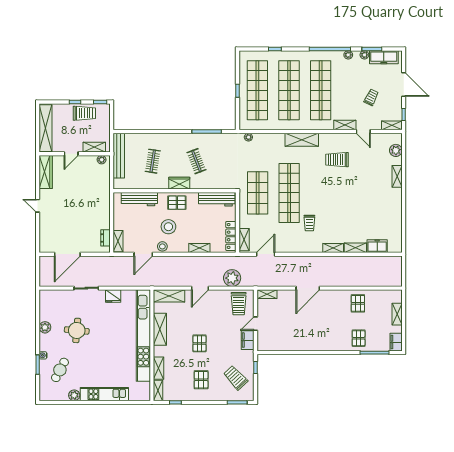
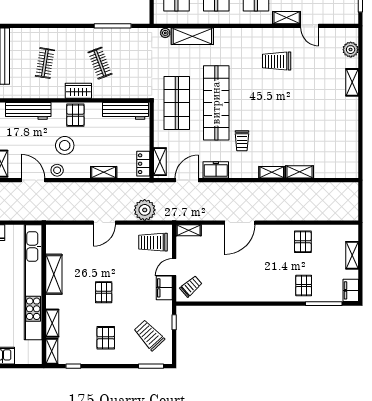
shelving: (392, 125) -> (345, 18), removed
shelving: (302, 140) -> (192, 36), moved
pallet: (177, 203) -> (75, 115), turned 90
locker: (231, 236) -> (143, 164), width x0.66
freezer: (377, 246) -> (216, 170), moved
door: (143, 254) -> (33, 180), swing flipped
shelving: (169, 296) -> (65, 232), removed
trolley: (239, 304) -> (153, 242), turned 90
trolley: (269, 339) -> (191, 286), added

